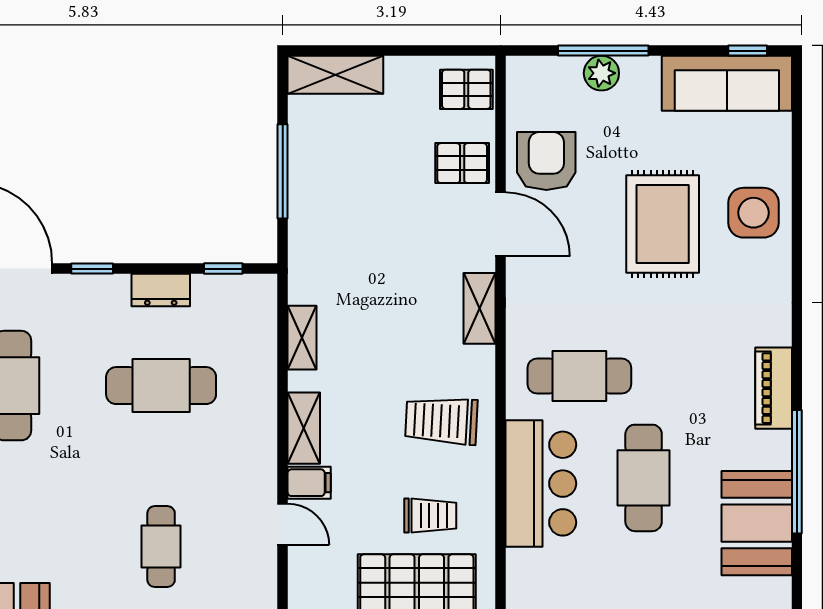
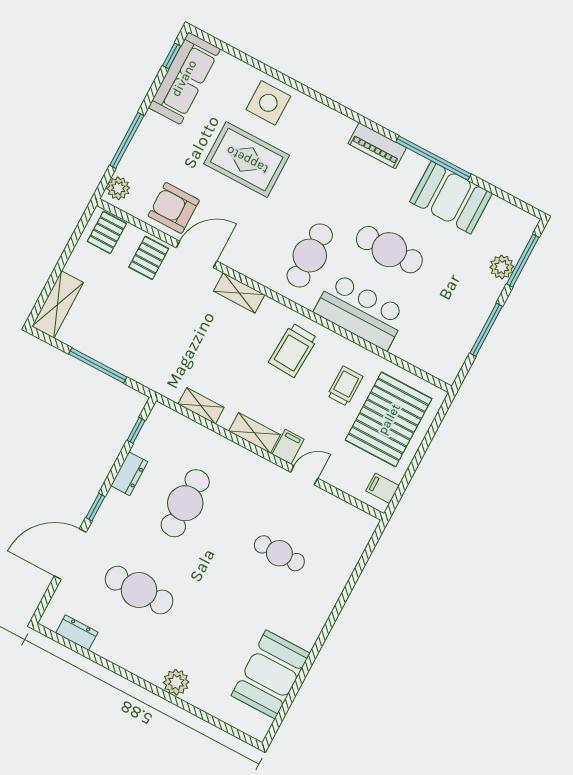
plant: (601, 73) -> (118, 188), moved

